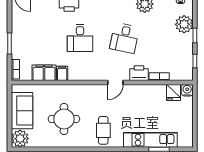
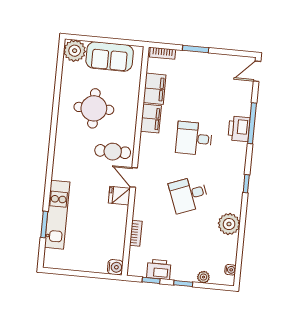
plant: (184, 24) -> (203, 277), width x0.53, depth x0.53
desk: (124, 38) -> (189, 194), turned -33
filing cabinet: (62, 73) -> (151, 118), width x2.00
printer: (139, 73) -> (159, 269), moved, turned -90
fridge: (174, 92) -> (119, 196), moved
cafe table: (103, 130) -> (113, 152), moved

